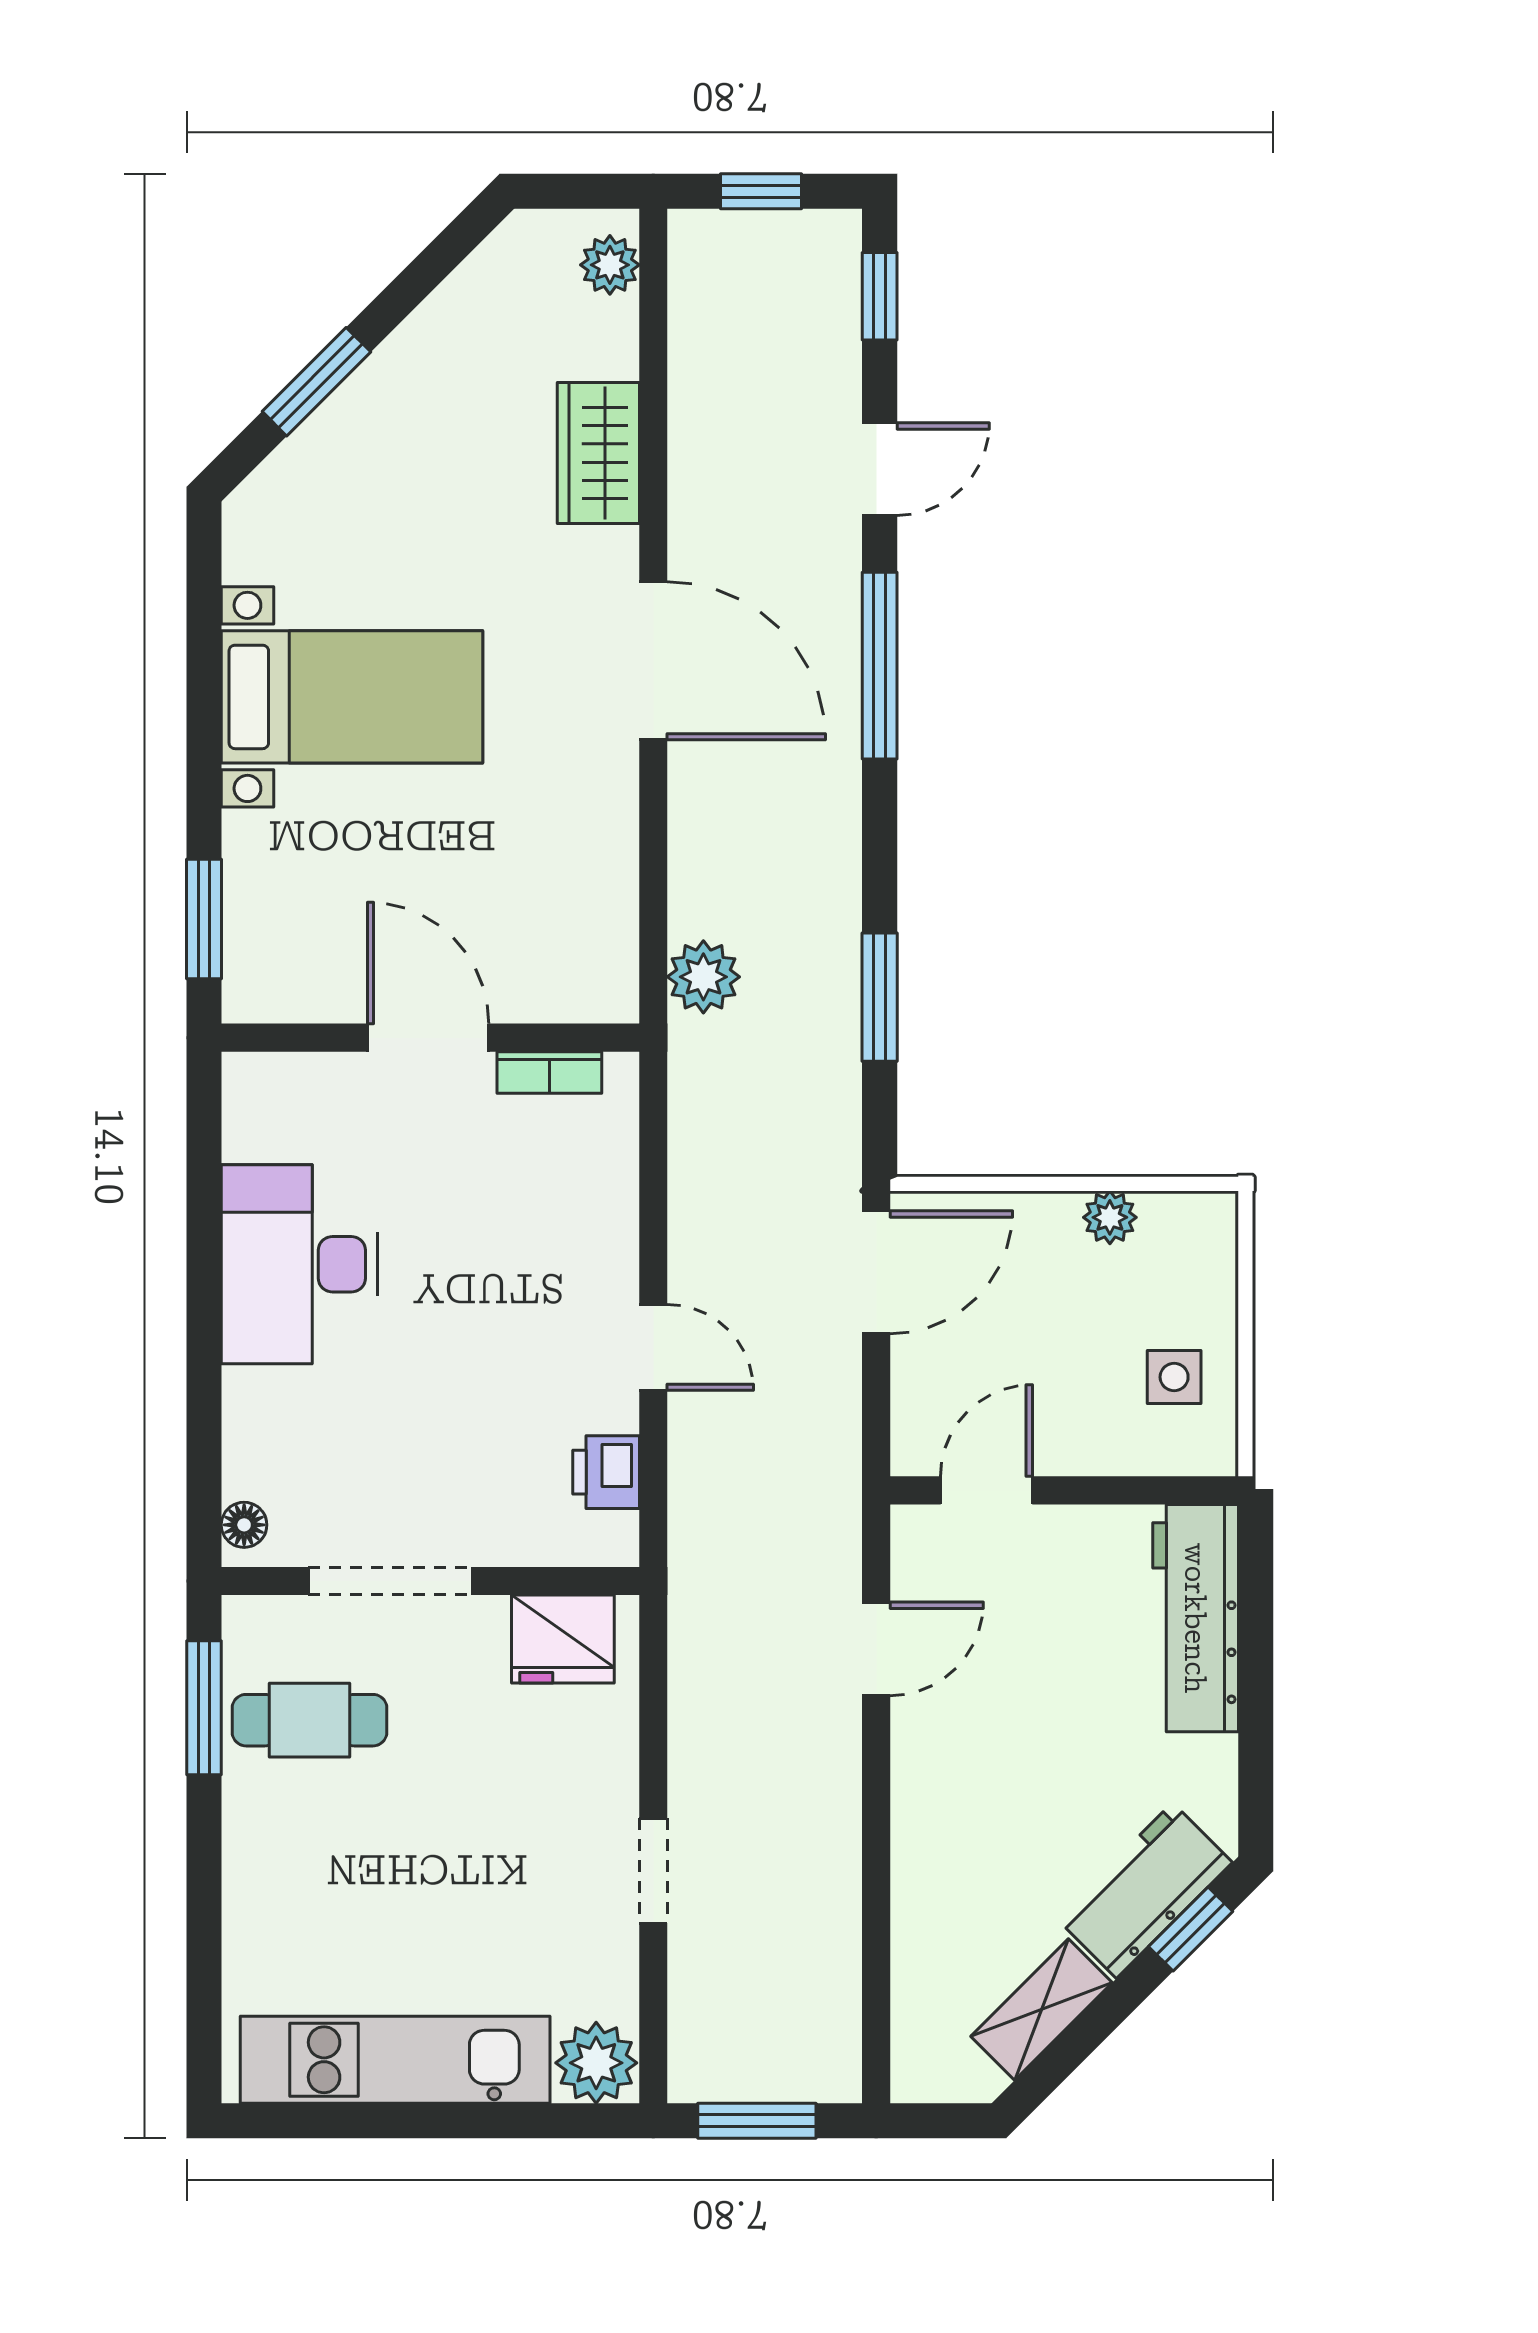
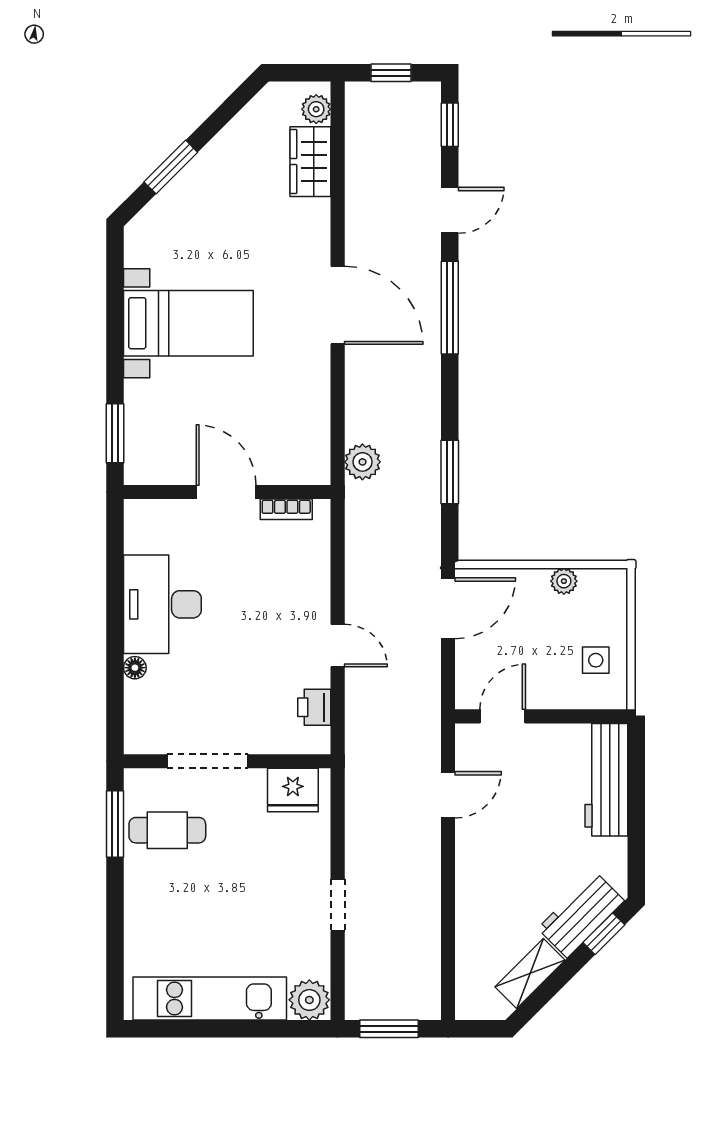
wardrobe: (598, 453) -> (310, 162), moved
floor lamp: (244, 1525) -> (135, 668), moved

